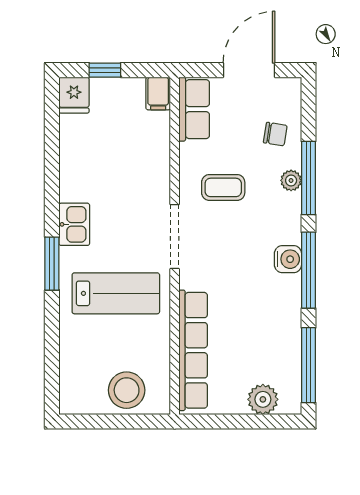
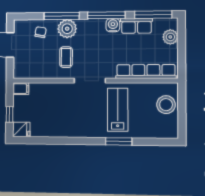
row of seats: (194, 109) -> (136, 26), moved, turned 180
plant: (291, 180) -> (67, 29), width x1.88, depth x1.88
kitchen sink: (74, 224) -> (84, 130), removed
water cooler: (288, 259) -> (113, 25), moved
window: (52, 264) -> (119, 141), moved

